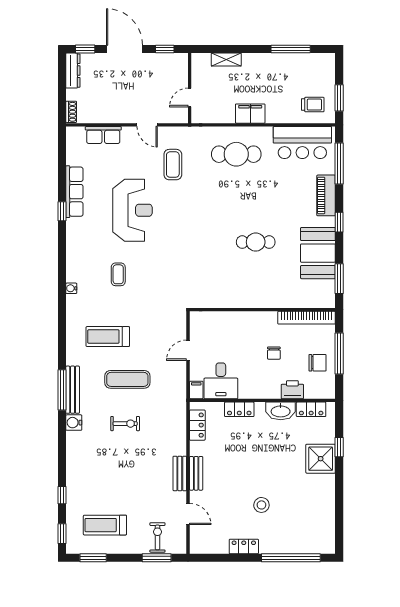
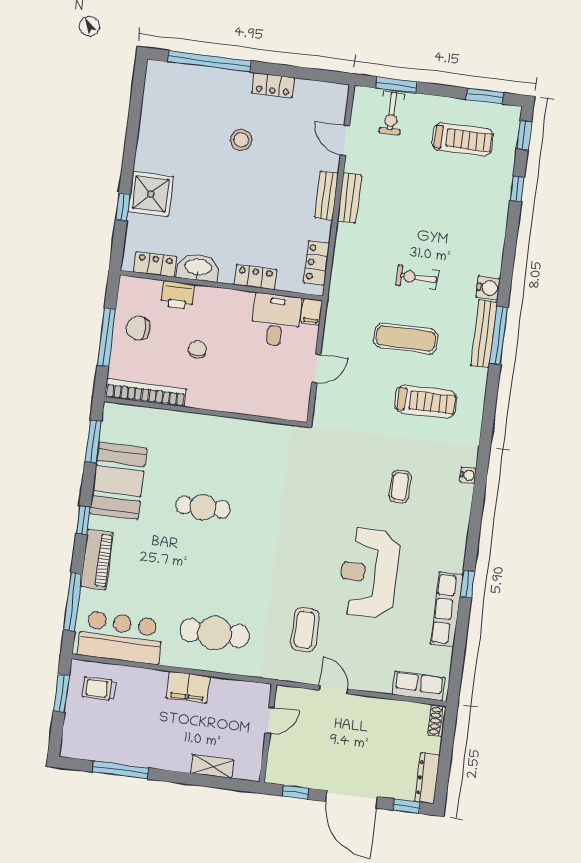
row of seats: (103, 135) -> (419, 686), moved

